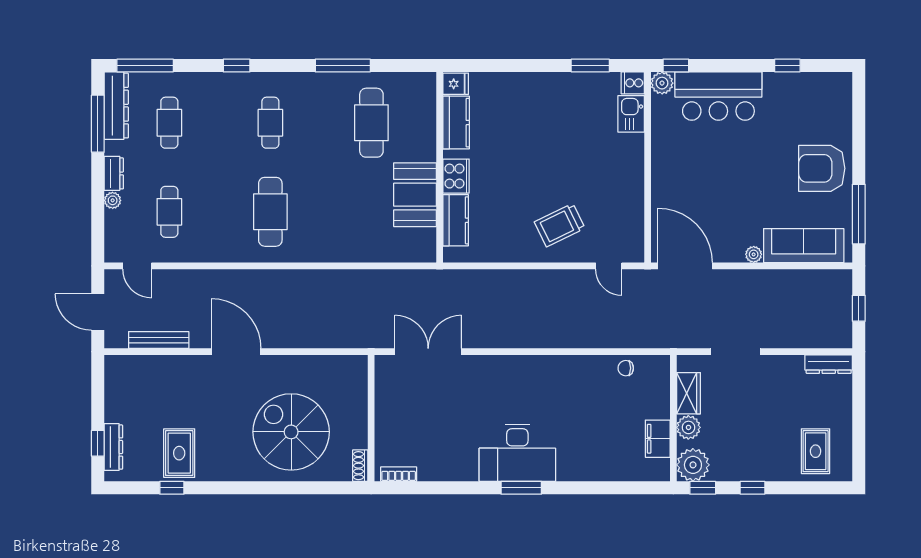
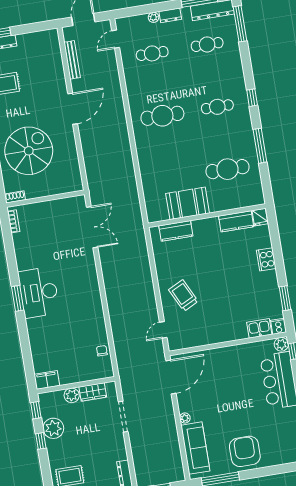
window: (237, 65) -> (252, 98), moved
cooker: (456, 176) -> (266, 259), moved, turned 90
filing cabinet: (658, 439) -> (47, 380), moved
plant: (693, 465) -> (53, 428), moved

